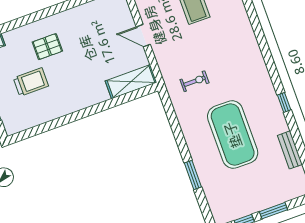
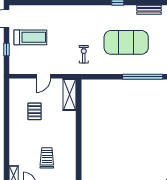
pallet: (47, 47) -> (35, 111), moved
window: (193, 175) -> (143, 77), width x2.11

